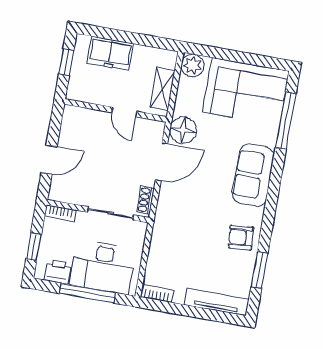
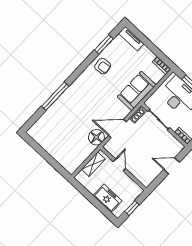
plant: (193, 65) -> (71, 166), removed
corner sofa: (246, 92) -> (53, 136), removed
window: (286, 121) -> (55, 96), moved
sofa: (253, 175) -> (137, 91), moved, turned 180
tv unit: (217, 302) -> (131, 39), width x0.71

